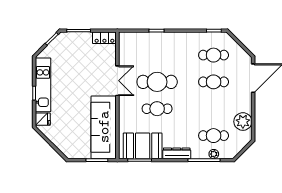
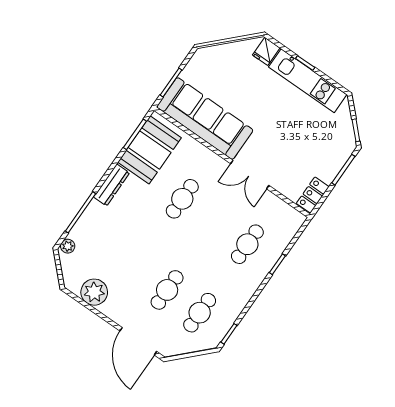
cafe table: (157, 82) -> (247, 244), moved, width x0.73, depth x0.74
cafe table: (214, 136) -> (102, 245), removed
plant: (214, 154) -> (68, 246), moved

